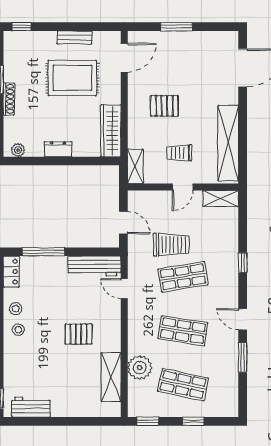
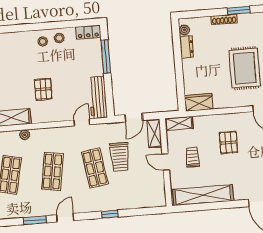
wardrobe: (111, 131) -> (199, 102), width x0.67
dresser: (58, 149) -> (187, 47), moved
shelving: (221, 198) -> (154, 133), moved
plant: (140, 368) -> (25, 135), width x0.53, depth x0.53

